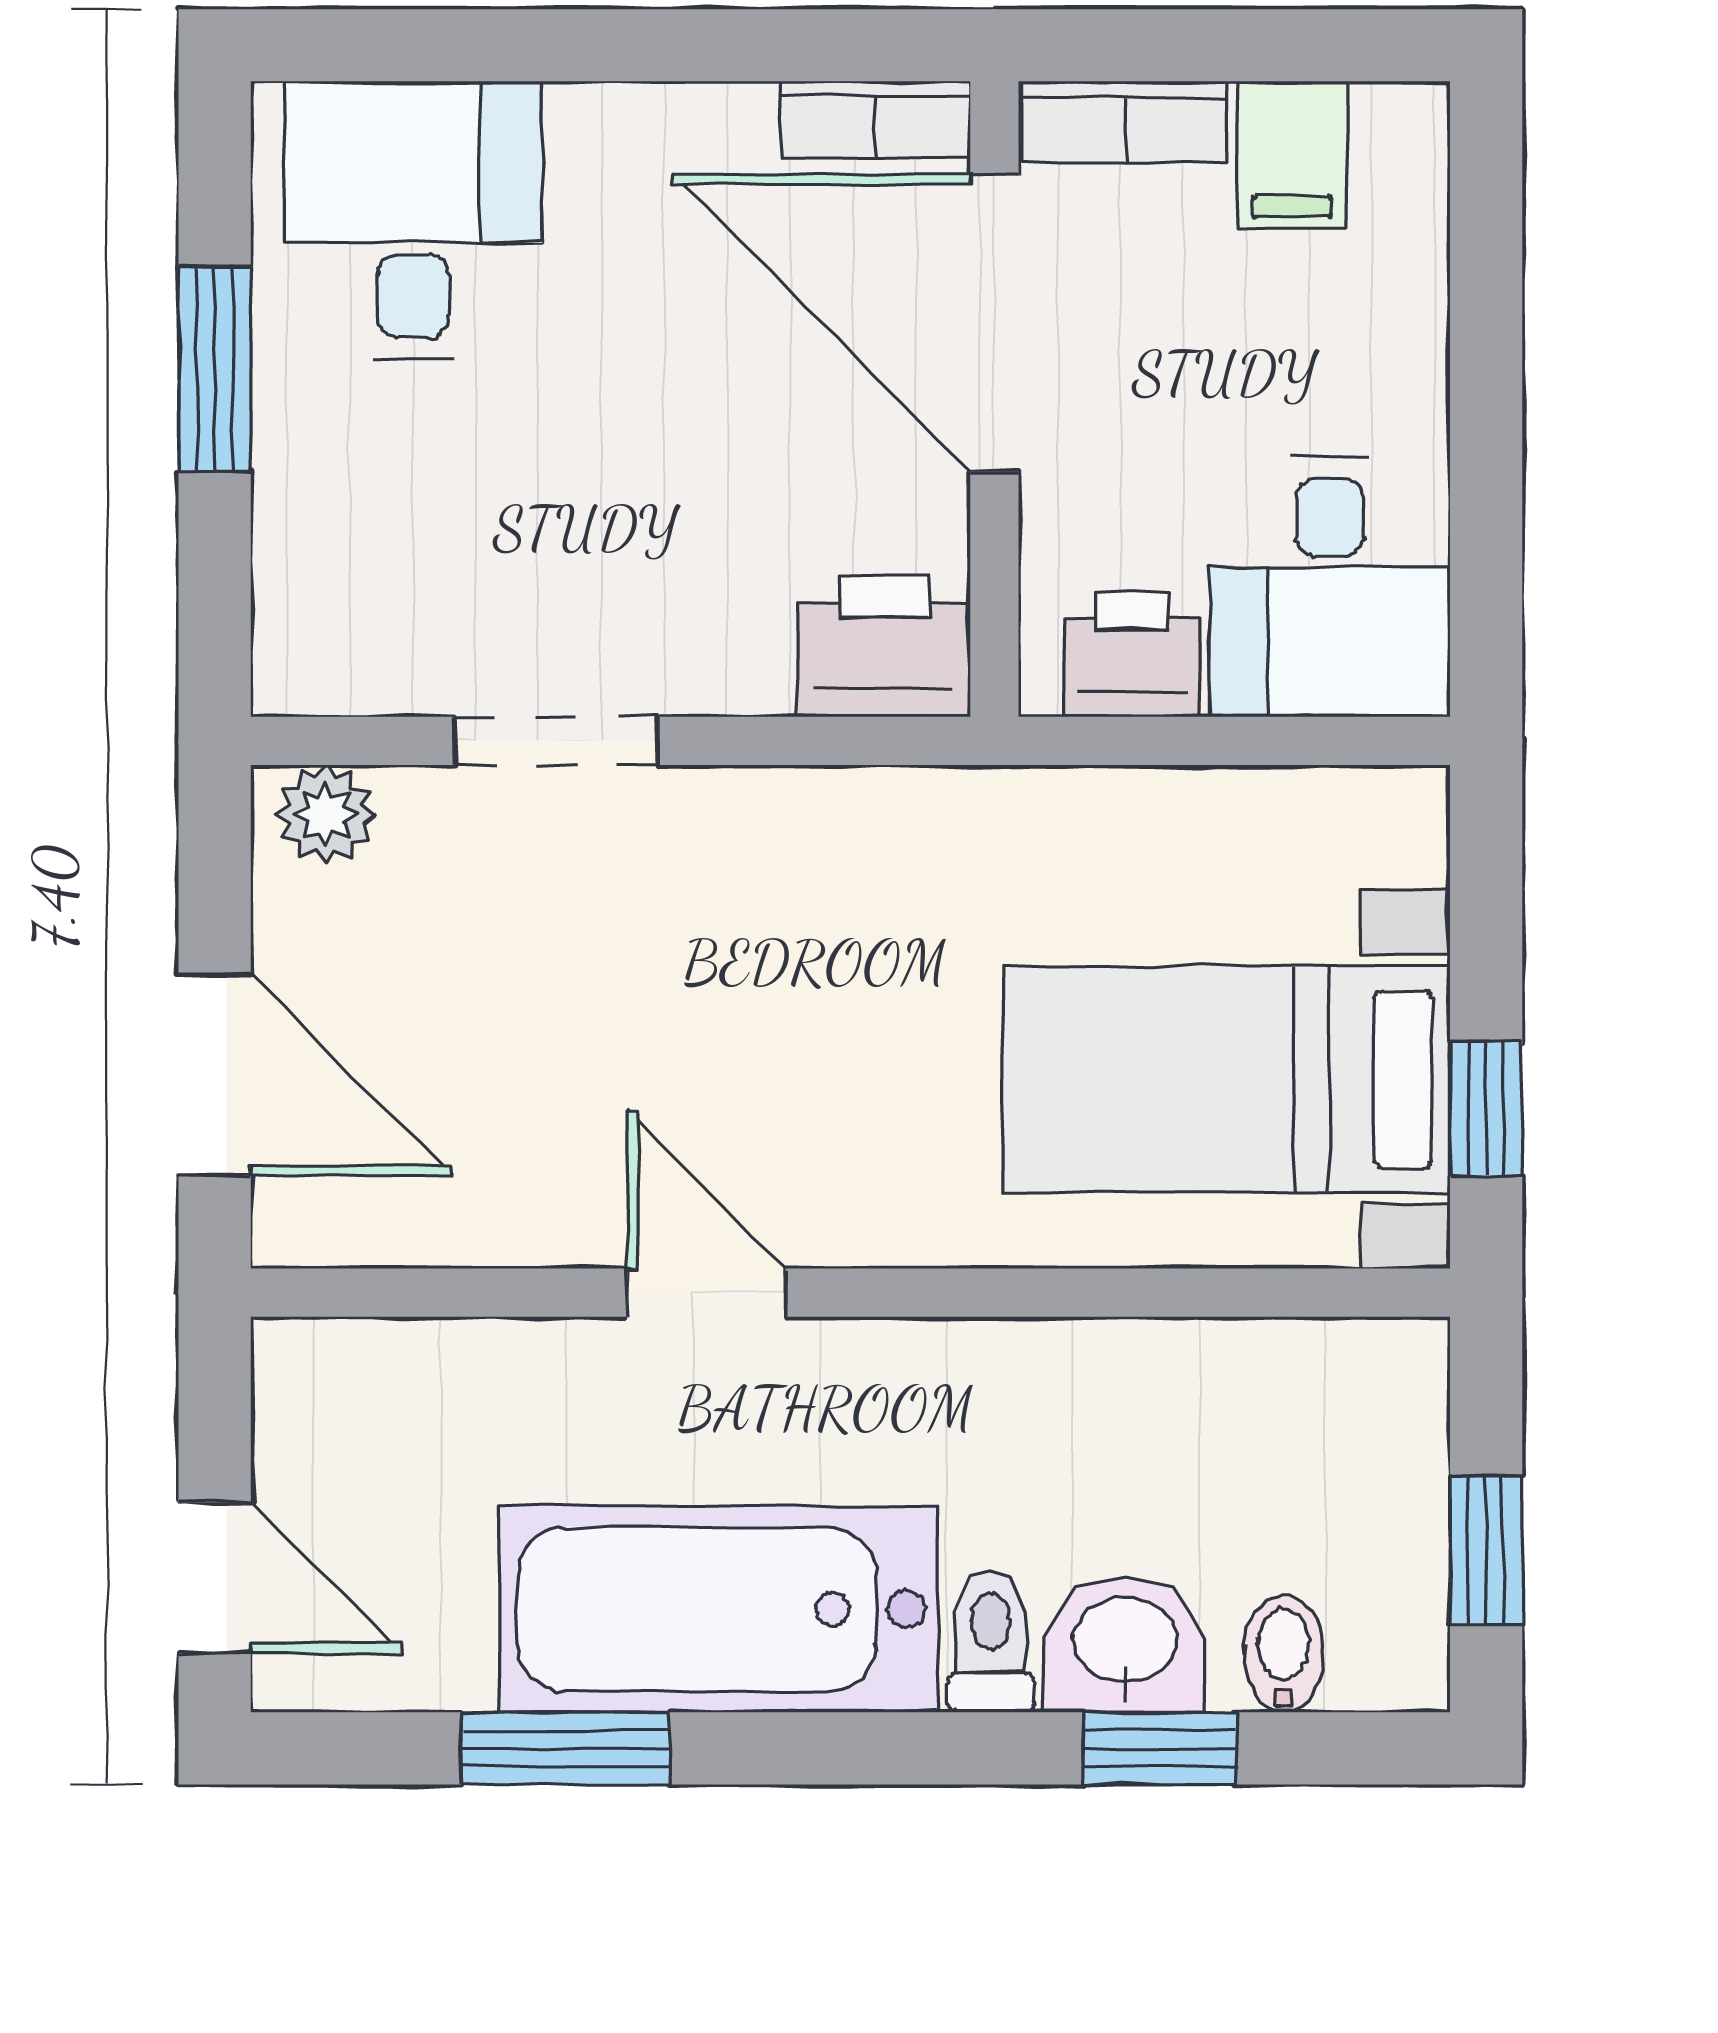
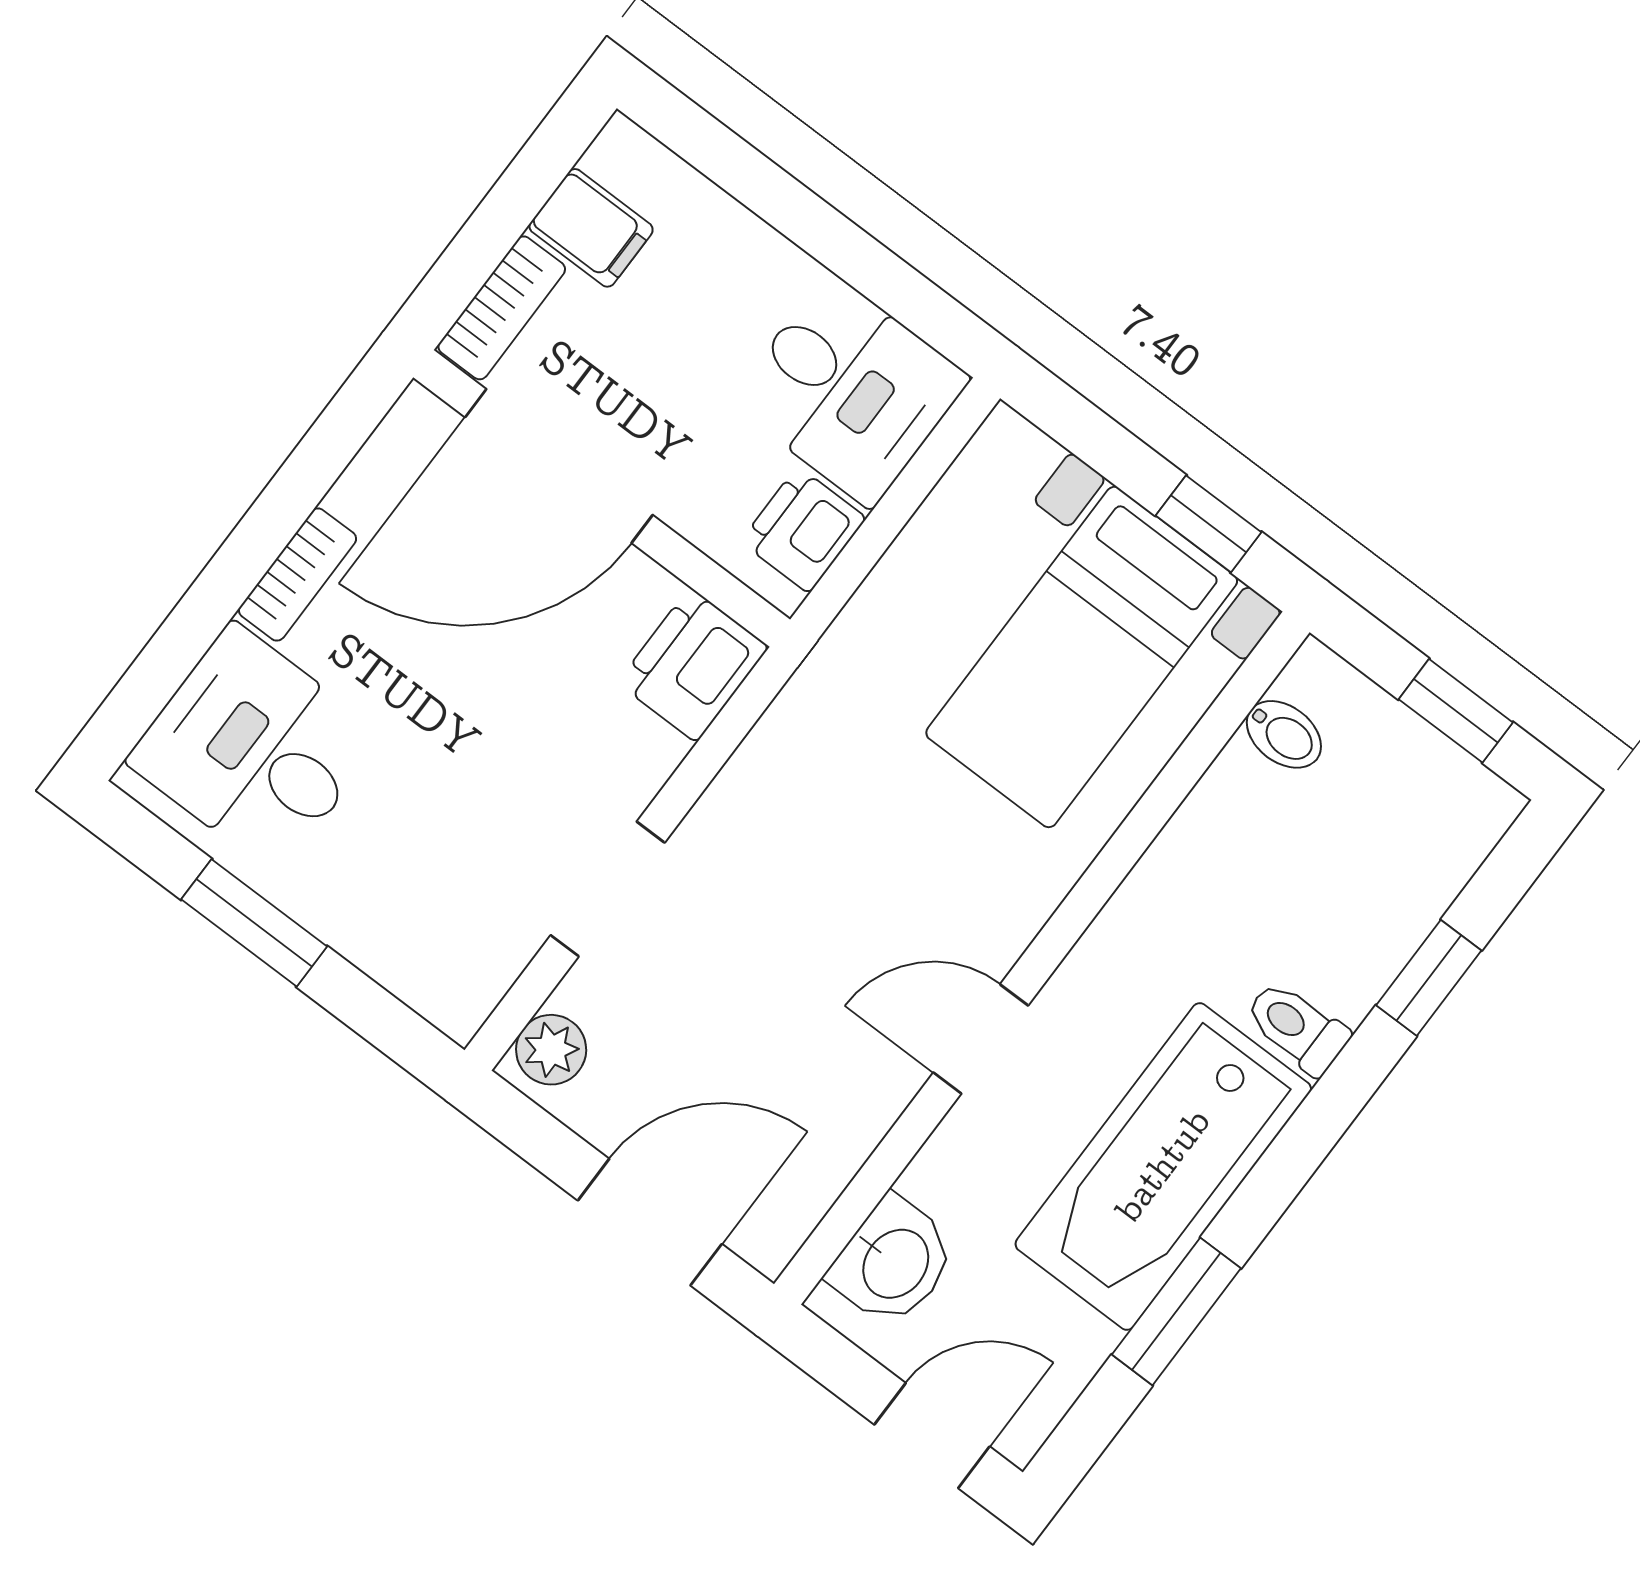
bookcase: (875, 119) -> (297, 575), moved
washbasin: (1125, 1644) -> (893, 1262), moved, turned 180
bidet: (1284, 1654) -> (1284, 734), moved, turned 180

